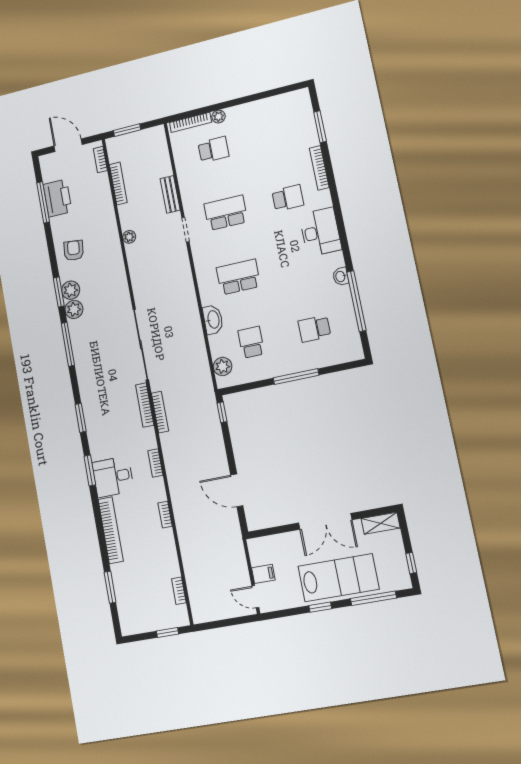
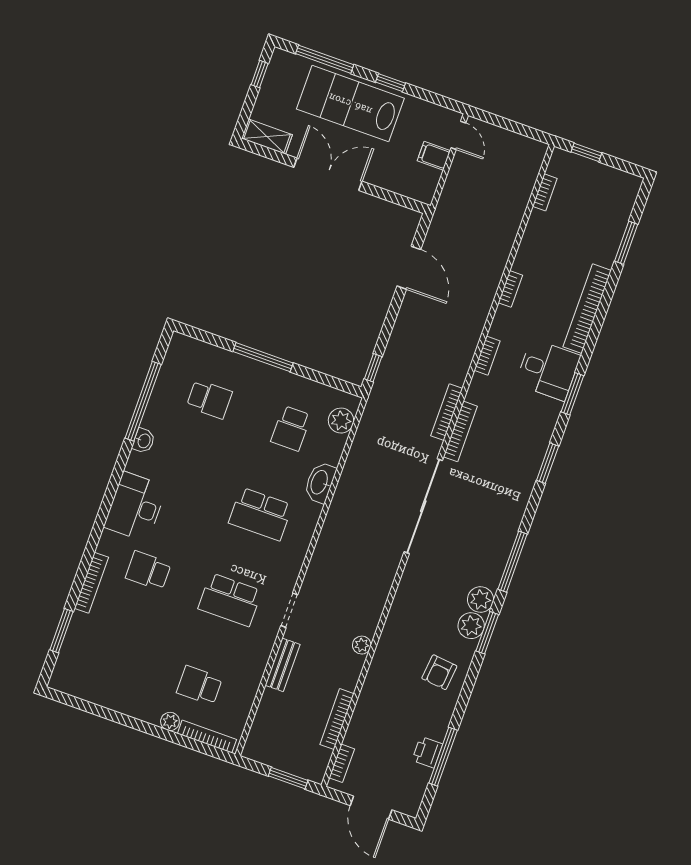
printer: (58, 198) -> (427, 752), width x0.53, depth x0.68

